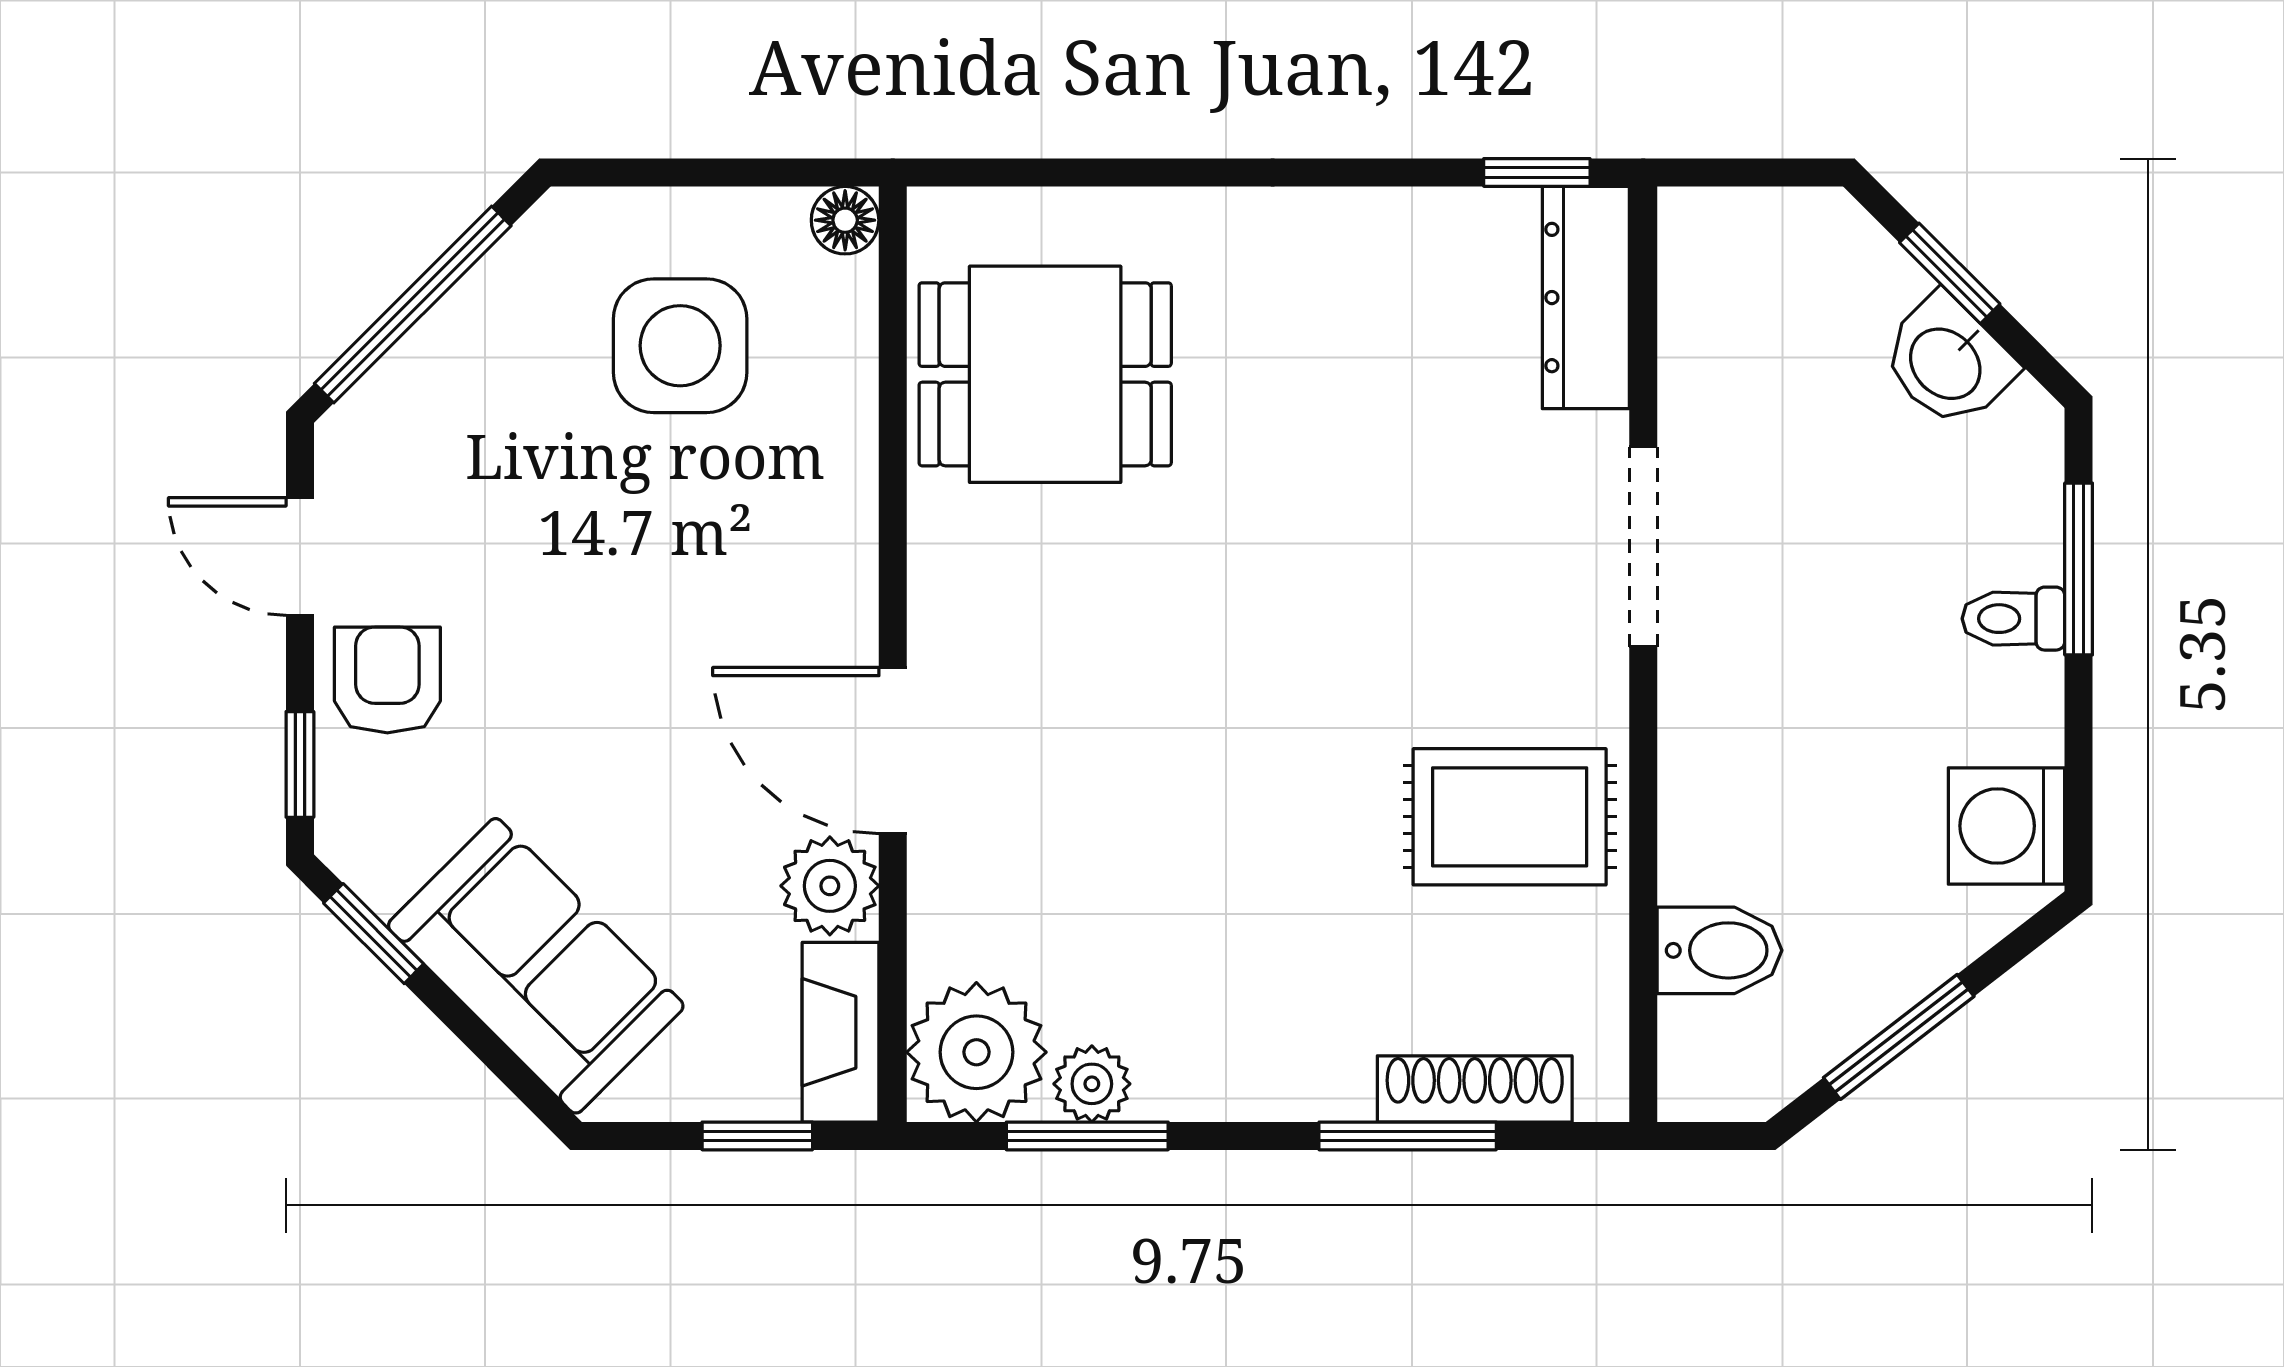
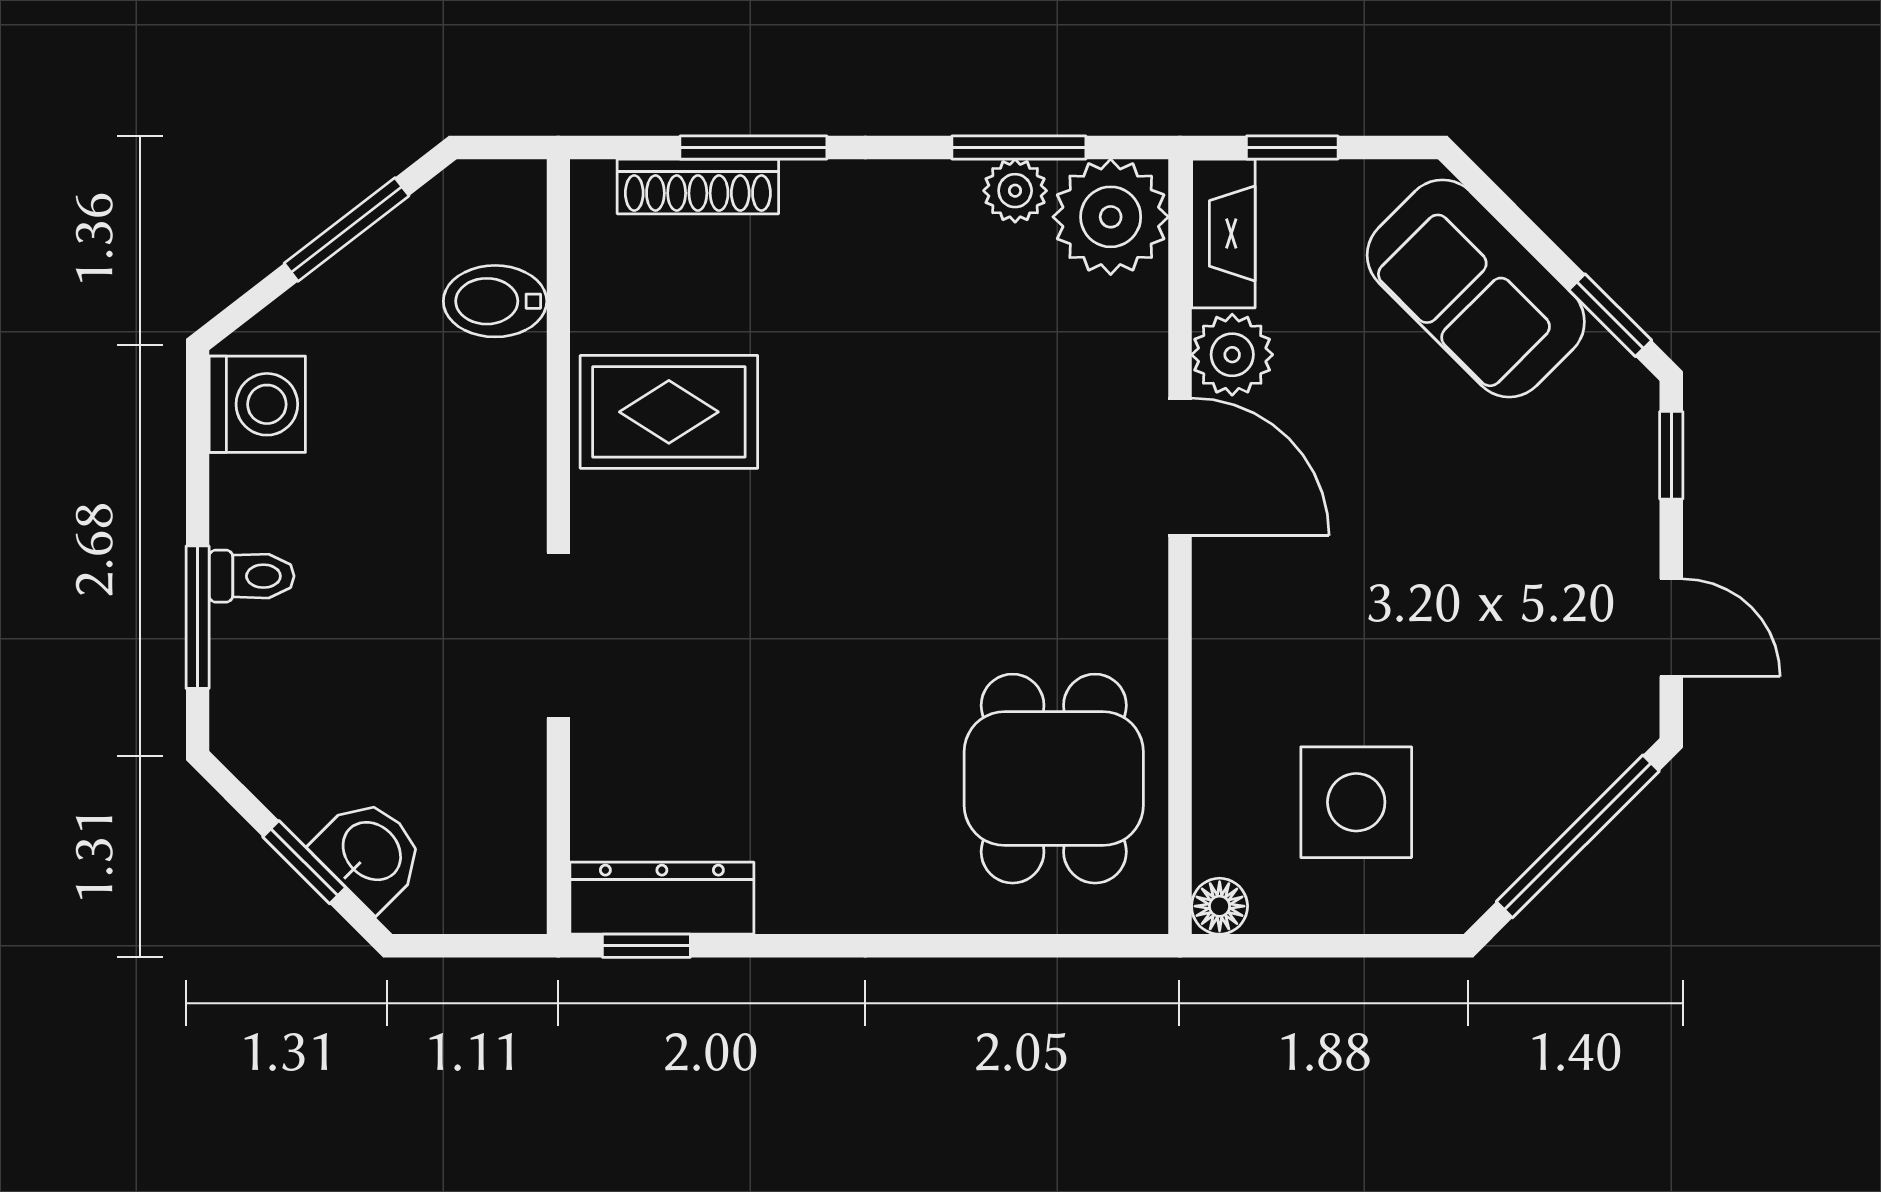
dresser: (1586, 298) -> (662, 898), moved, turned -90
washbasin: (1947, 362) -> (370, 853), moved
dining table: (1045, 374) -> (1054, 779), turned 90
armchair: (387, 680) -> (1599, 525), removed

